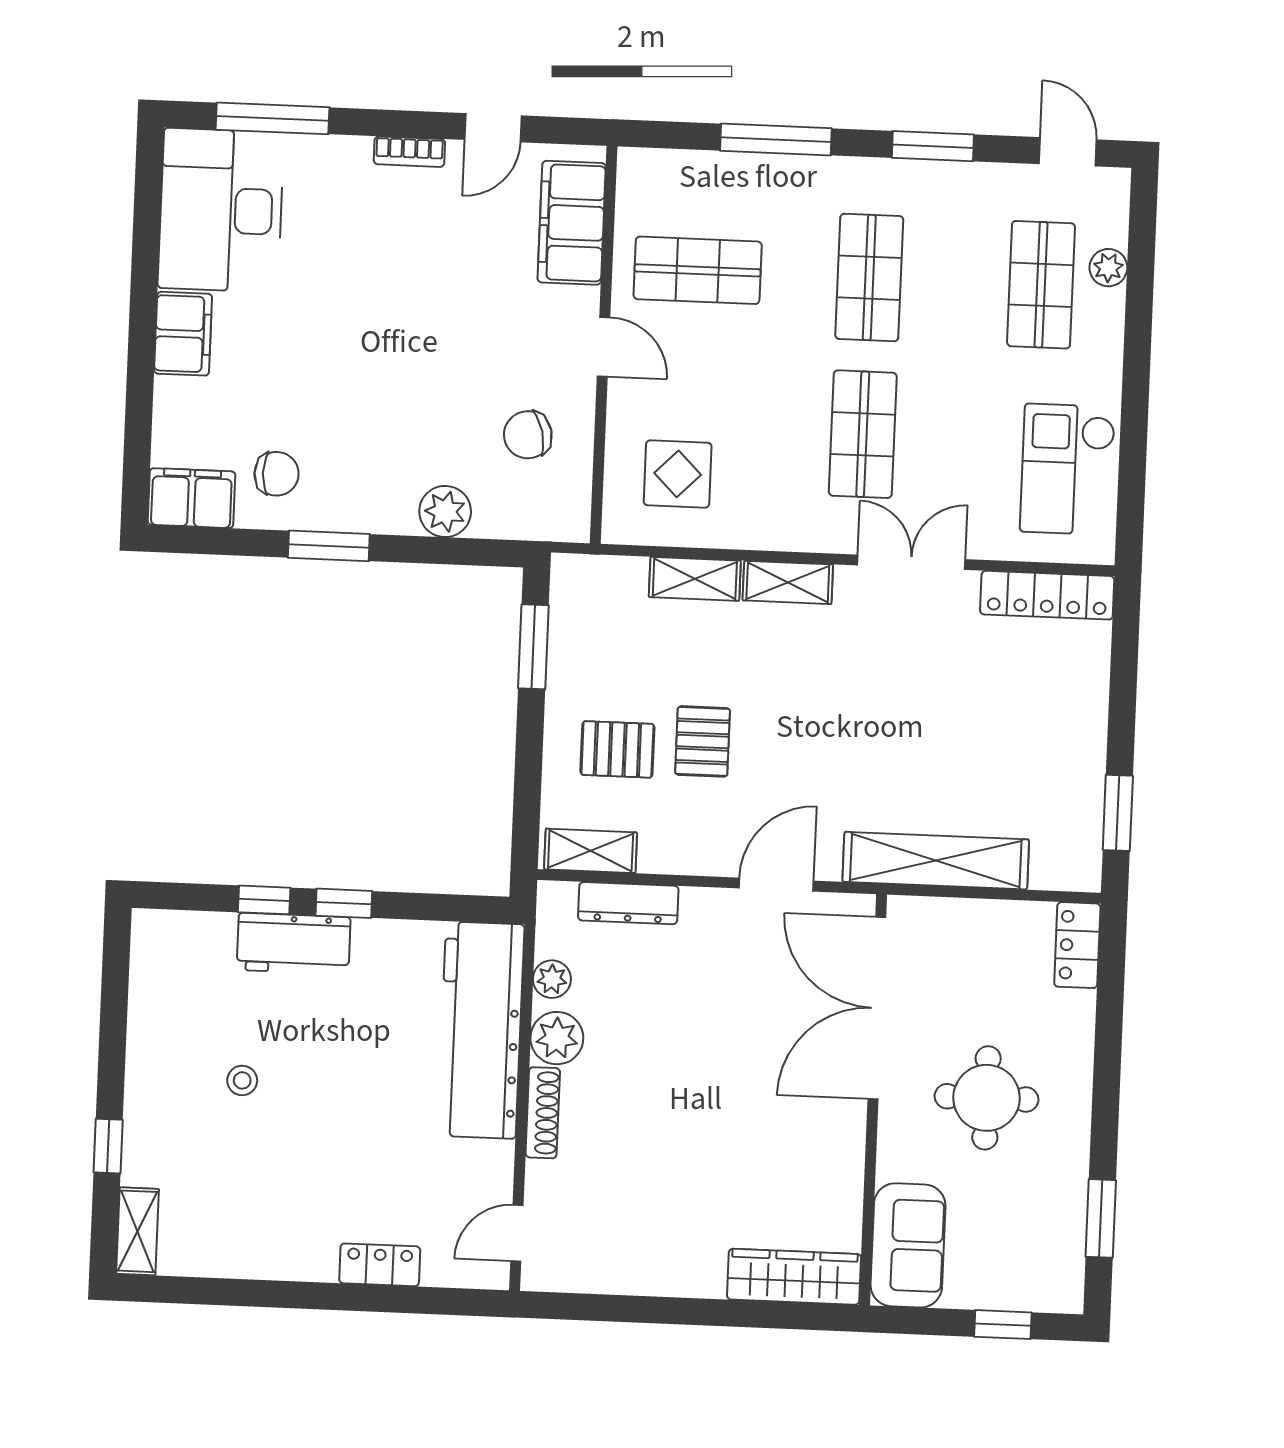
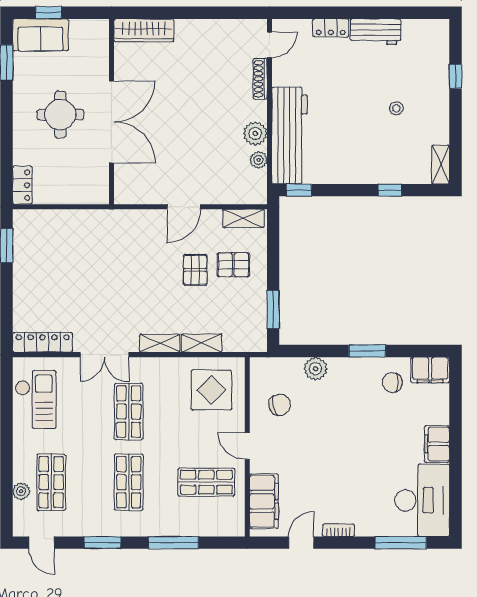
display table: (678, 474) -> (211, 390), width x1.36, depth x1.36
shelving: (936, 861) -> (88, 221), removed
door: (776, 885) -> (184, 207), moved
window: (344, 903) -> (299, 190), moved
dresser: (628, 903) -> (226, 196), removed
workbench: (294, 944) -> (376, 32), moved, turned 180
double door: (877, 1008) -> (111, 122), moved
shoe rack: (543, 1113) -> (260, 79), moved
shelving: (138, 1231) -> (441, 164), moved
sofa: (908, 1245) -> (40, 35), moved, turned -90

